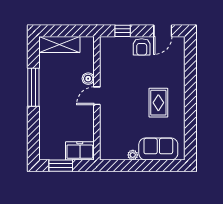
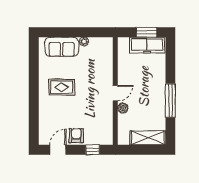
rug: (158, 103) -> (62, 87), turned 90
freezer: (80, 151) -> (147, 45), moved, width x1.40

